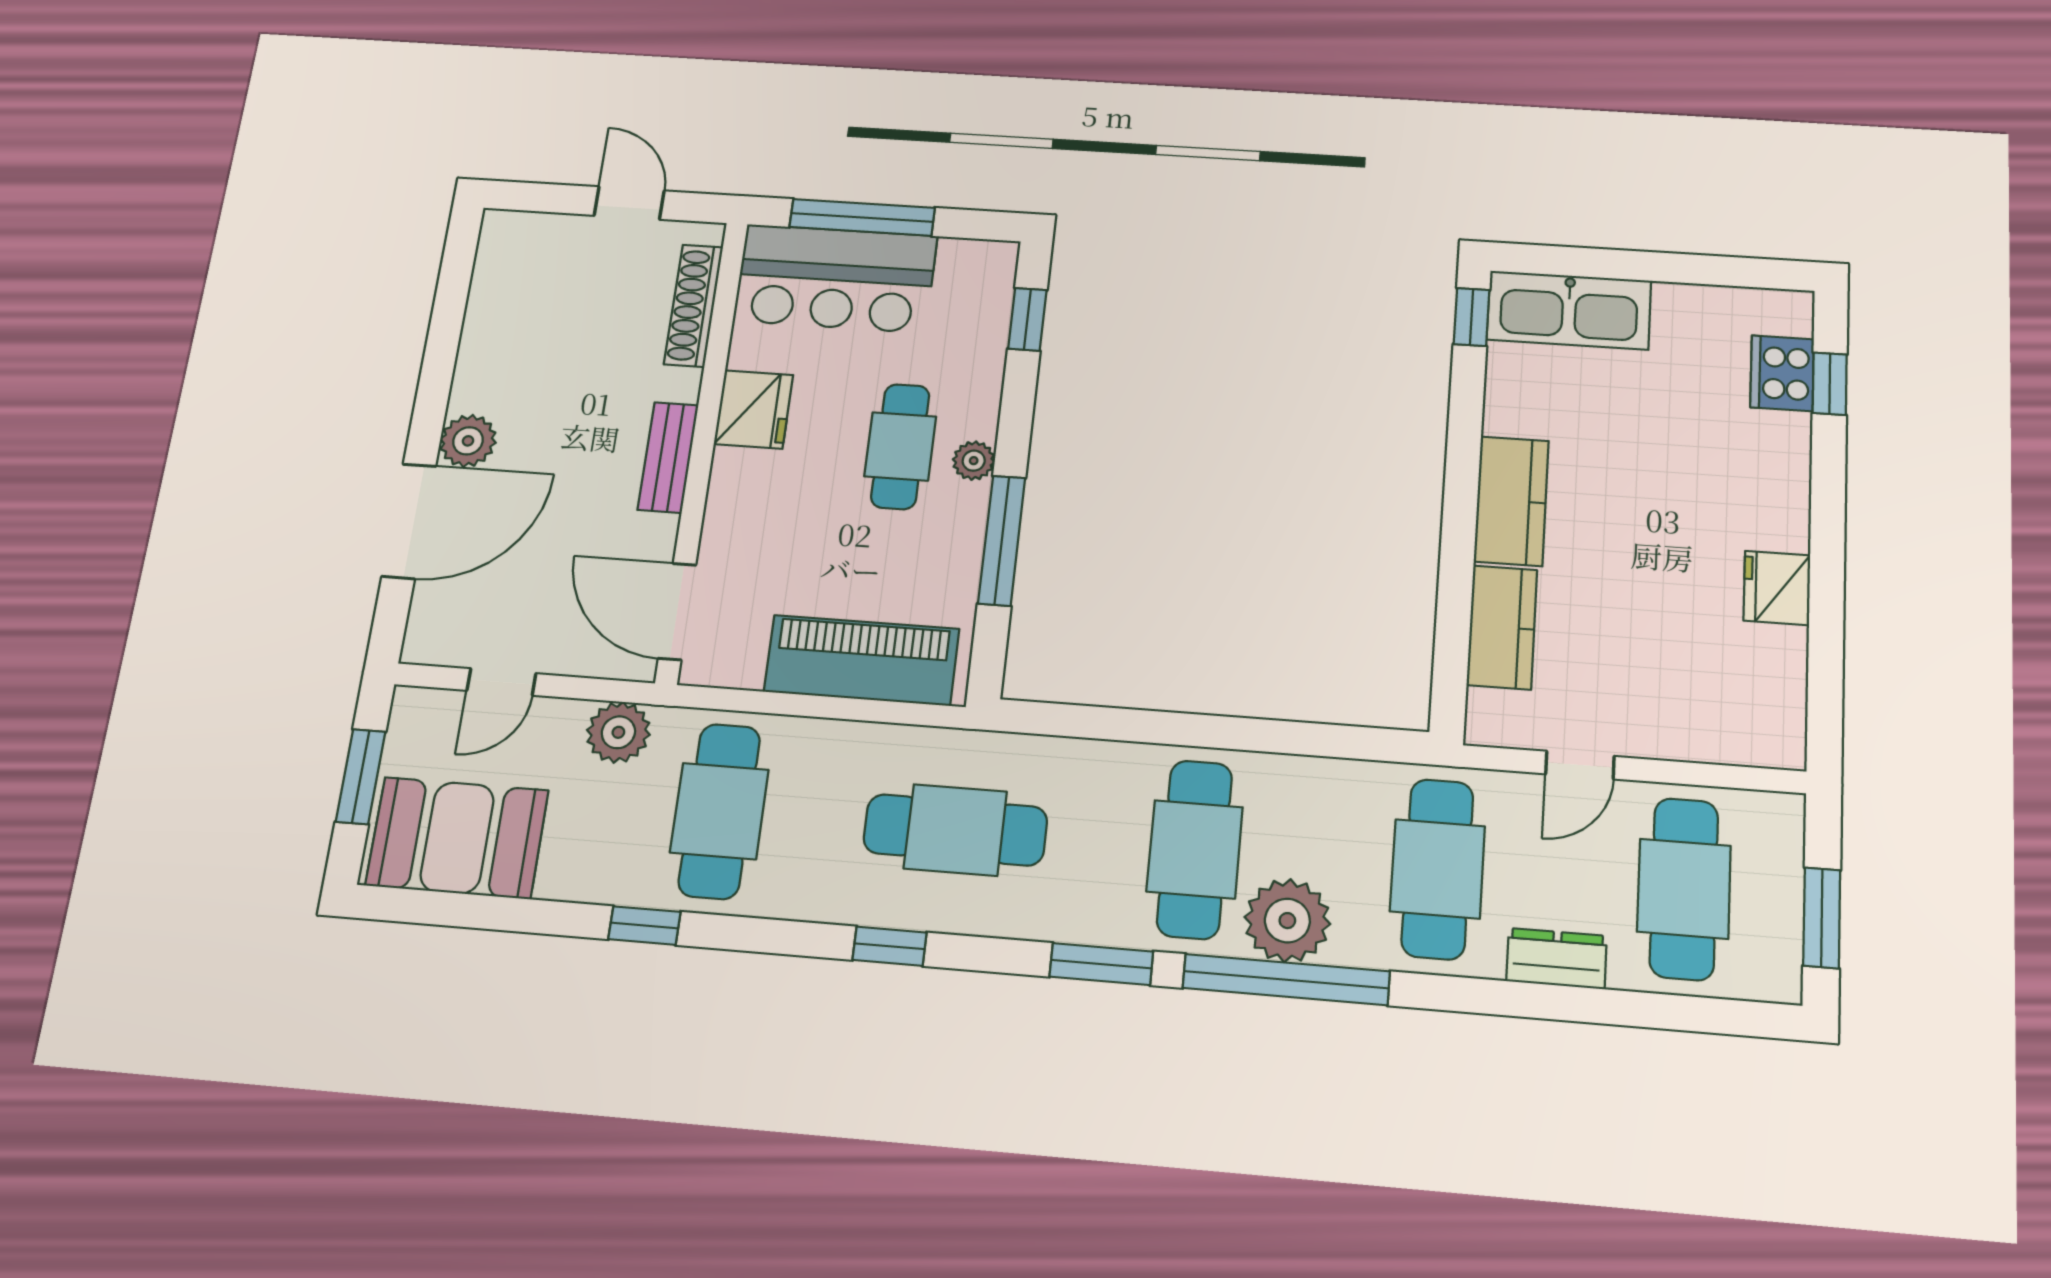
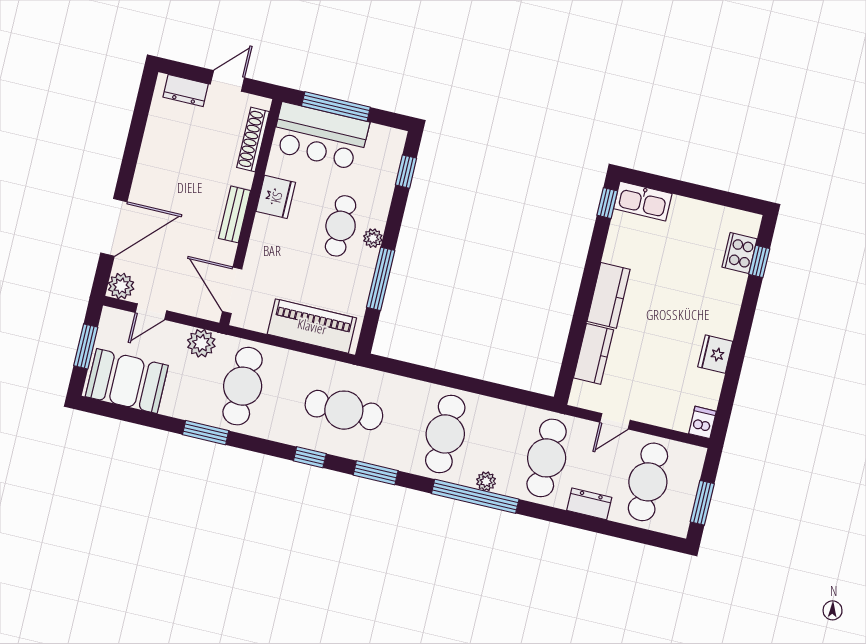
door: (629, 203) -> (227, 81), hinge flipped
dresser: (543, 234) -> (186, 91), added
kitchen sink: (1569, 310) -> (643, 201), width x0.73, depth x0.81
plant: (468, 441) -> (121, 286), moved
dishwasher: (1781, 739) -> (702, 422), added
plant: (1287, 921) -> (486, 481), width x0.53, depth x0.53
window: (644, 926) -> (206, 433), width x1.50
window: (1101, 964) -> (376, 473), moved

